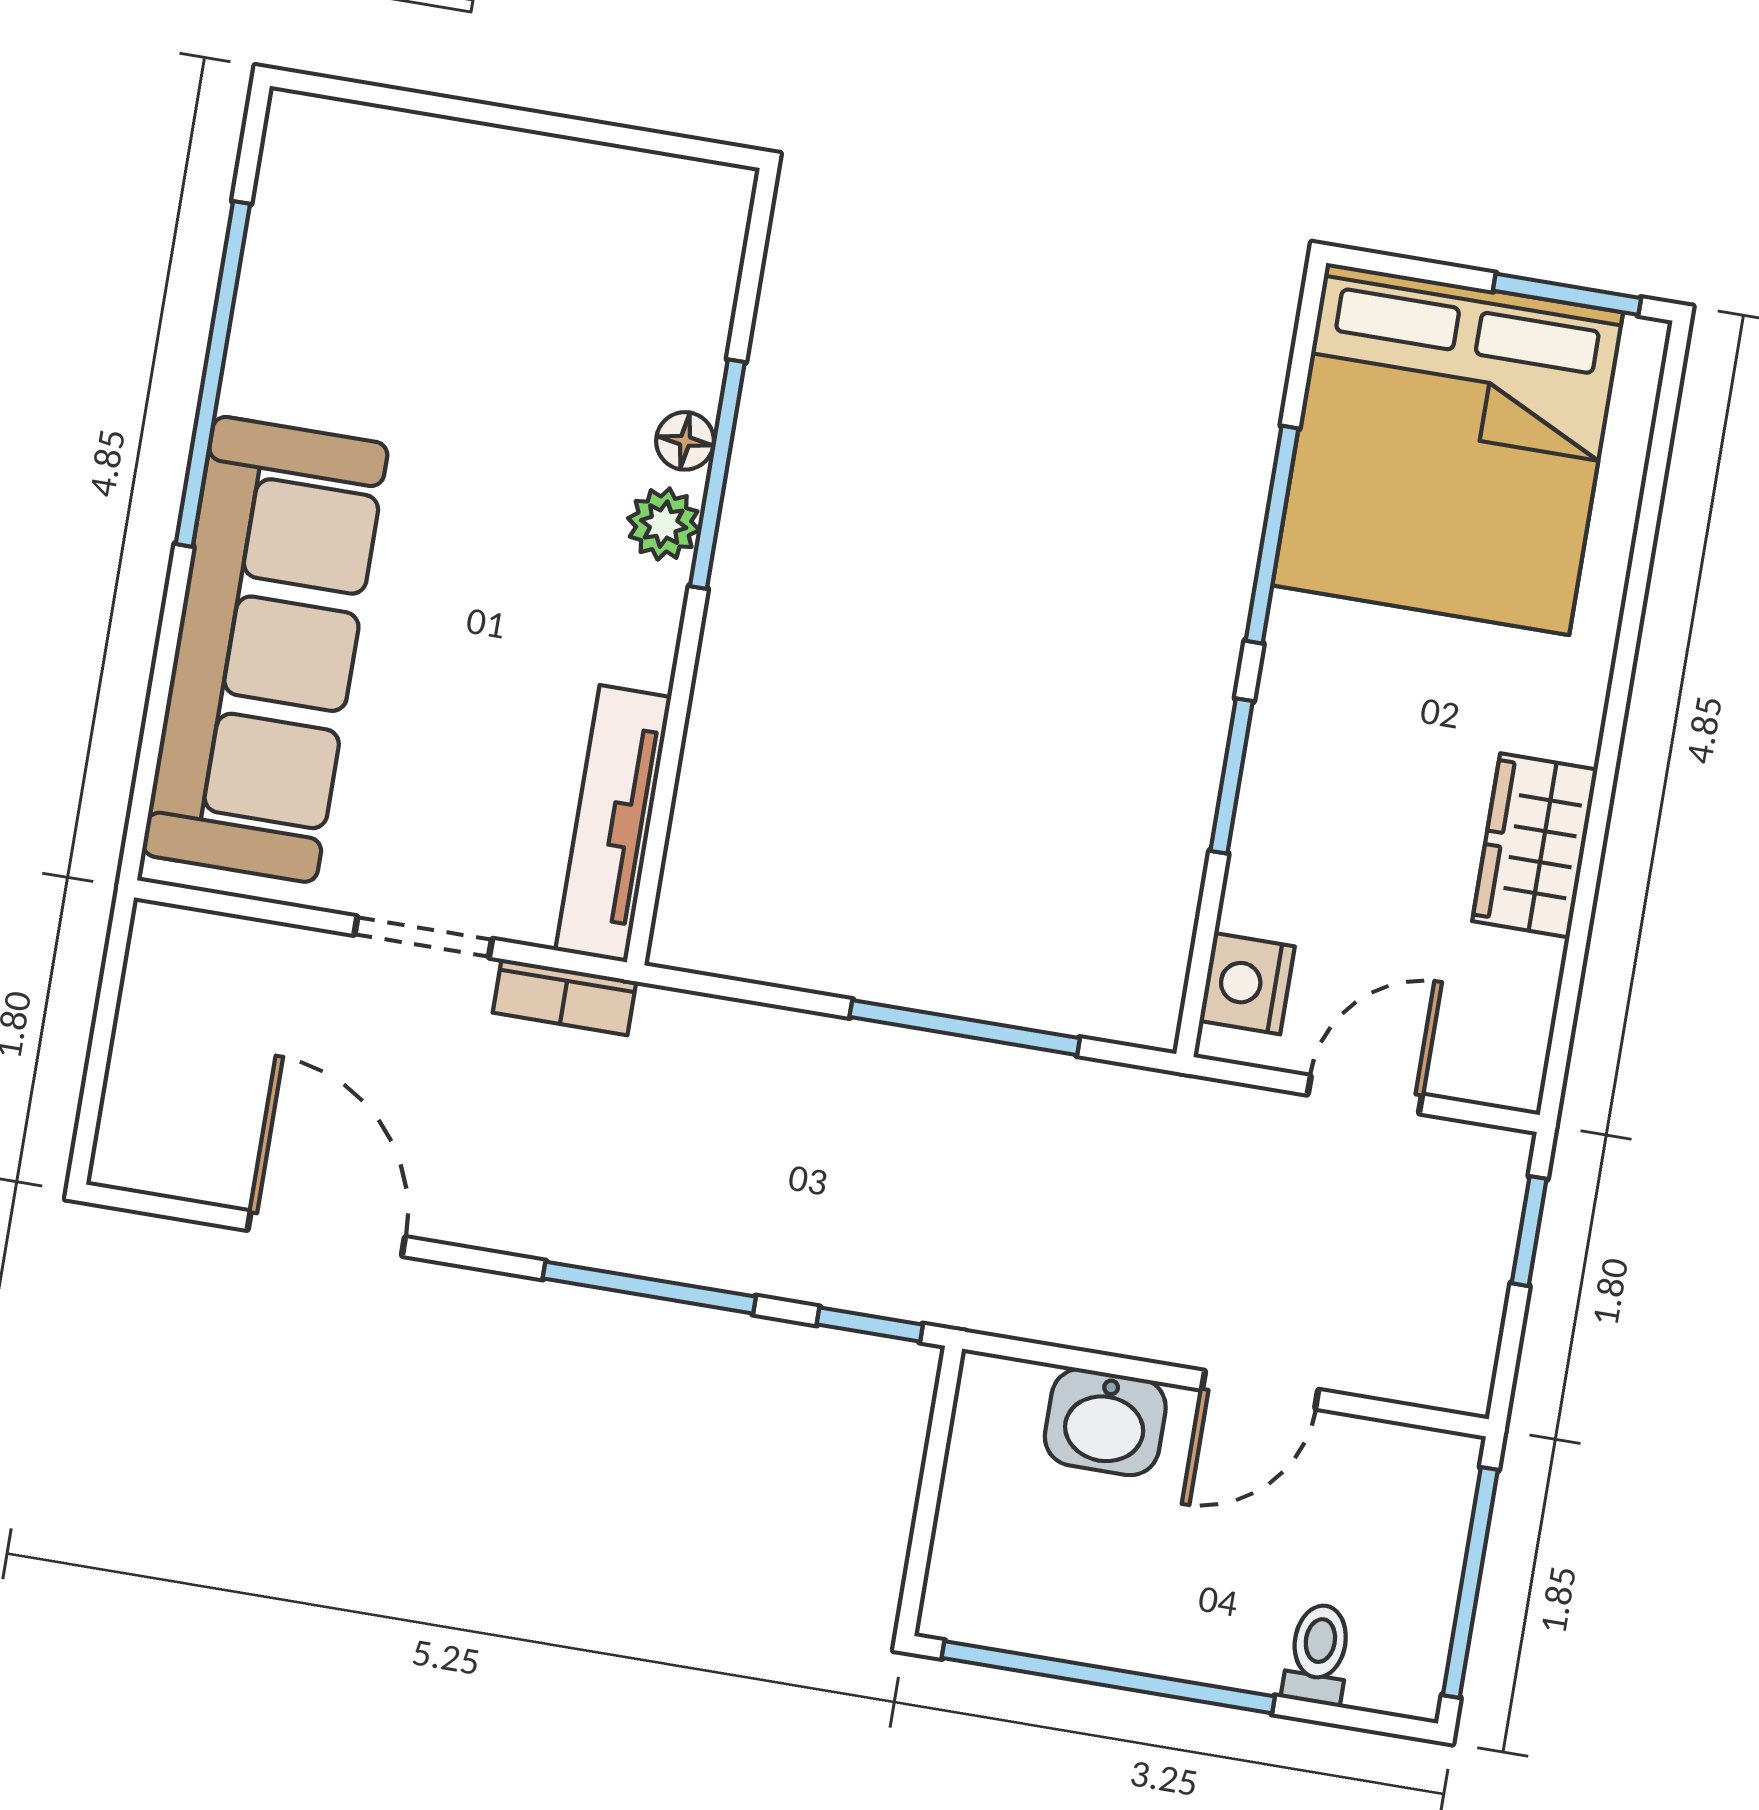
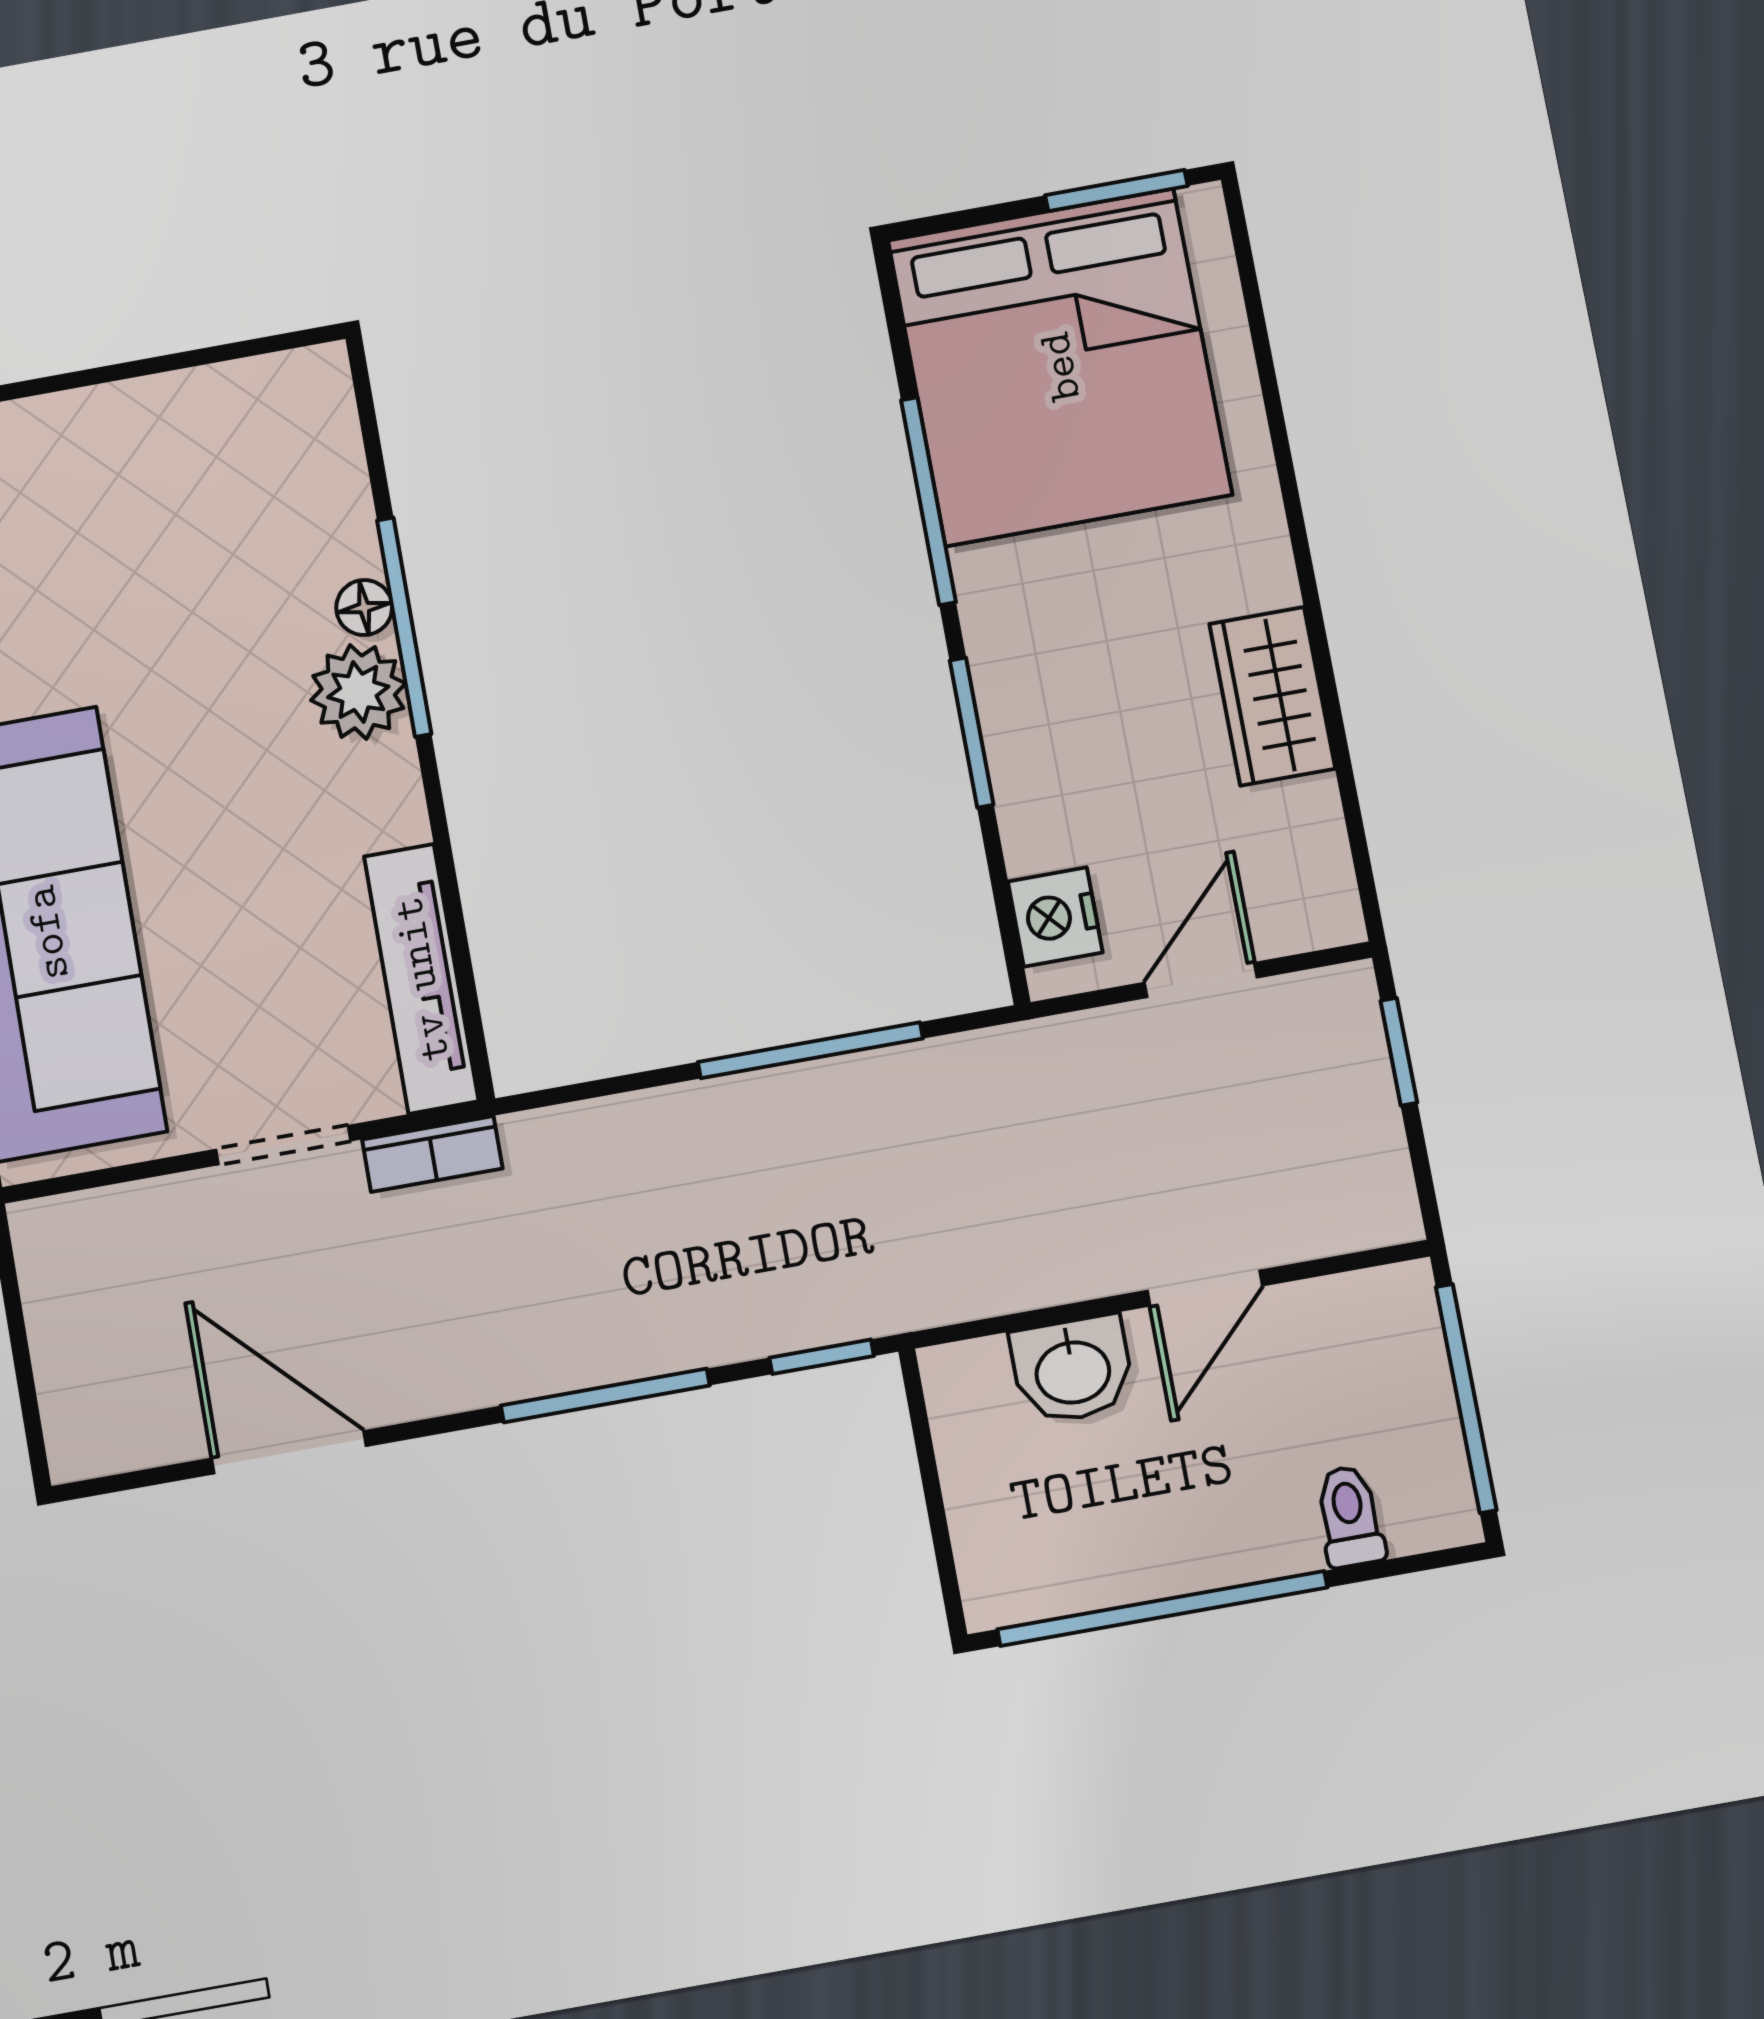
plant: (664, 524) -> (358, 692), width x1.38, depth x1.38

